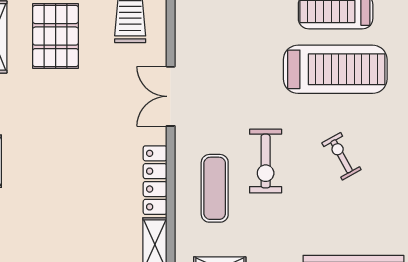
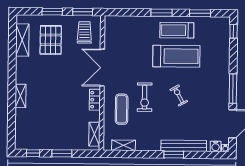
double door: (171, 96) -> (102, 68), width x1.37
locker: (155, 180) -> (95, 100), width x0.66

